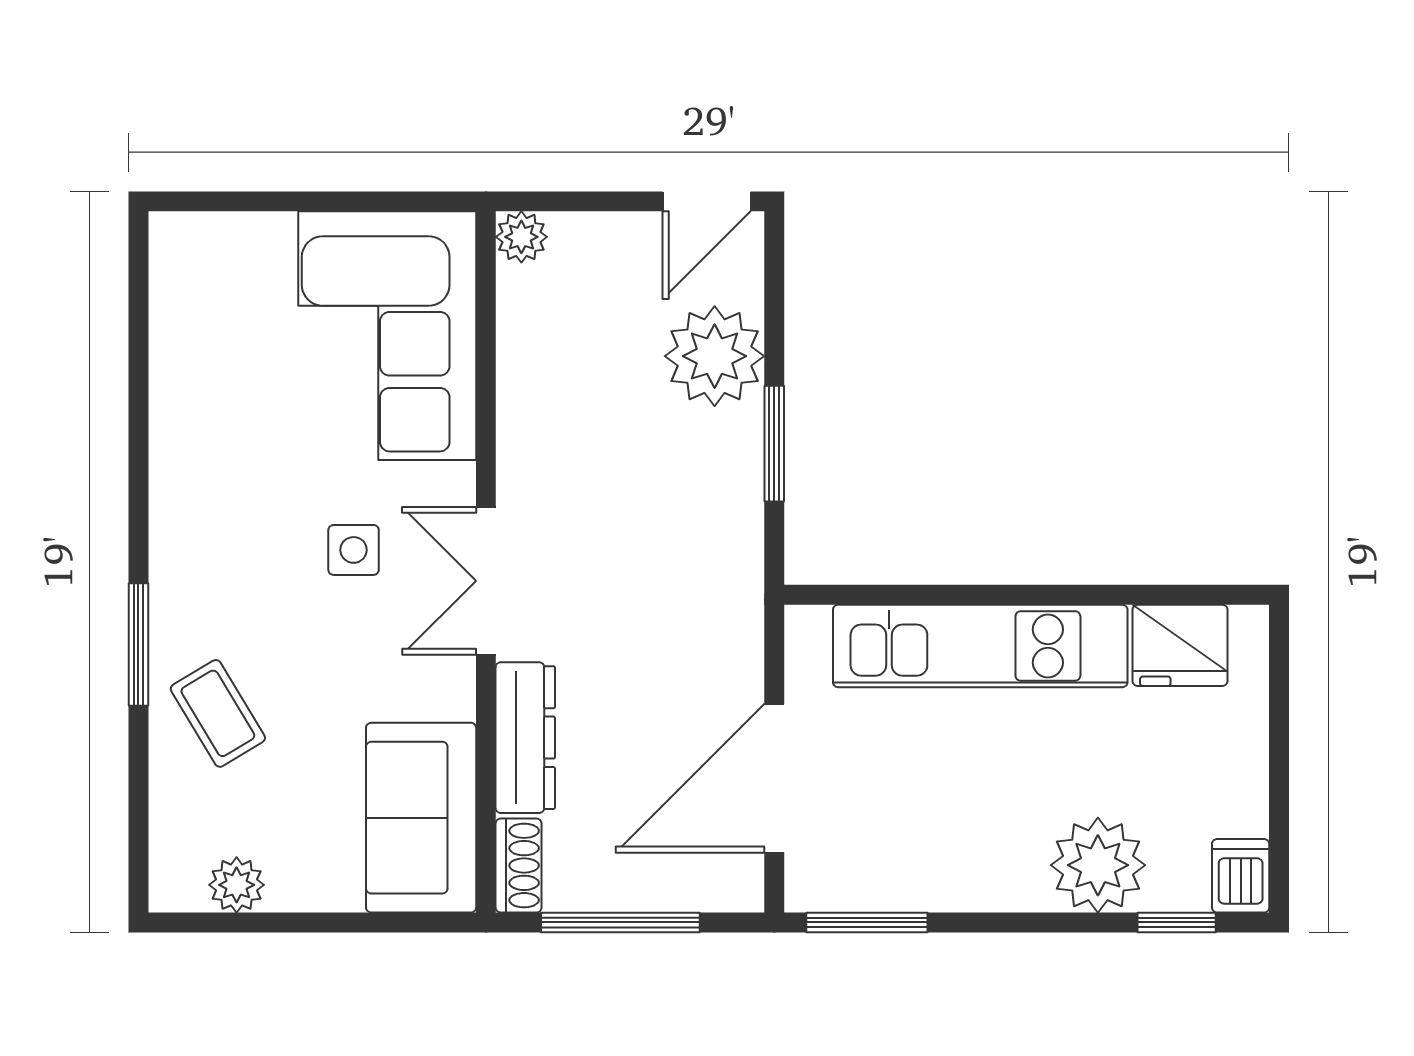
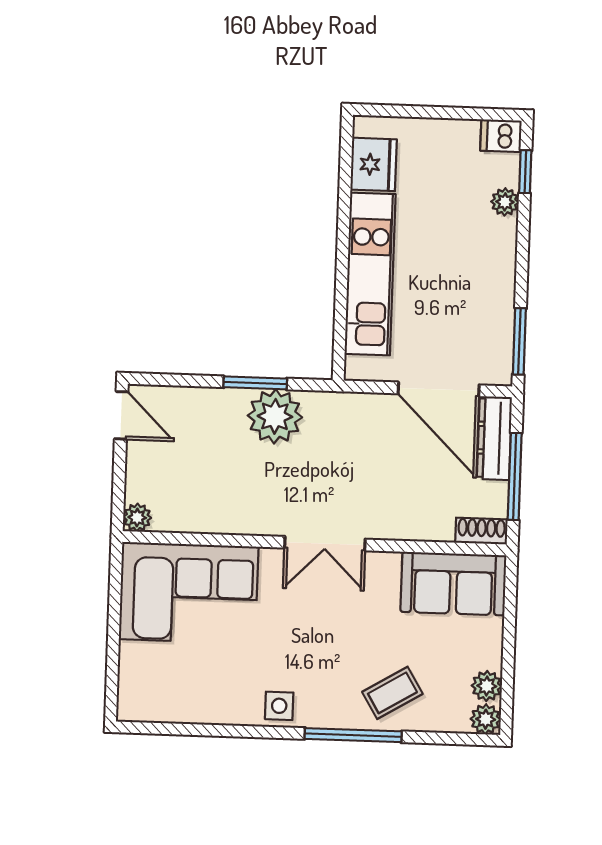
plant: (715, 356) -> (275, 416), moved
side table: (354, 550) -> (279, 706), moved
window: (138, 644) -> (353, 735), width x1.44
dresser: (525, 738) -> (494, 438), moved, turned -90
plant: (1098, 865) -> (505, 202), width x0.53, depth x0.53
plant: (176, 885) -> (486, 719), added

